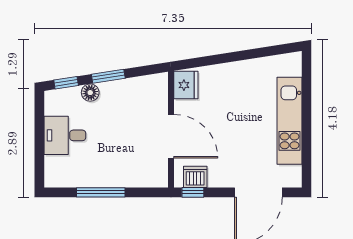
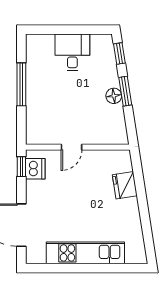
fridge: (186, 85) -> (125, 185), moved, turned 81
floor lamp: (90, 93) -> (114, 96), moved
door: (171, 136) -> (72, 147), width x0.53

